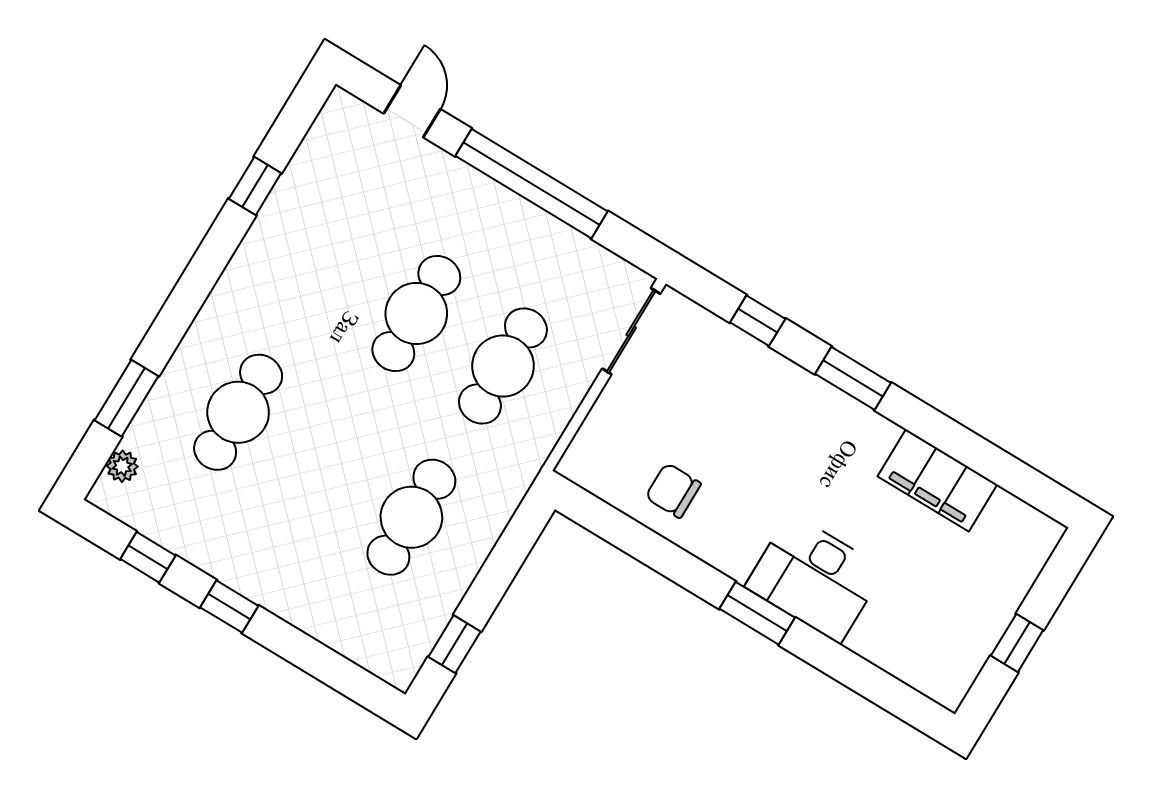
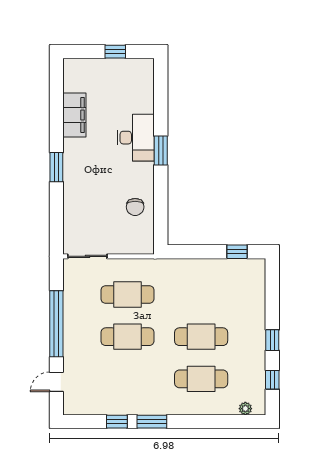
window: (758, 321) -> (56, 214), removed
window: (126, 398) -> (152, 422), moved
cafe table: (411, 517) -> (201, 337), moved

